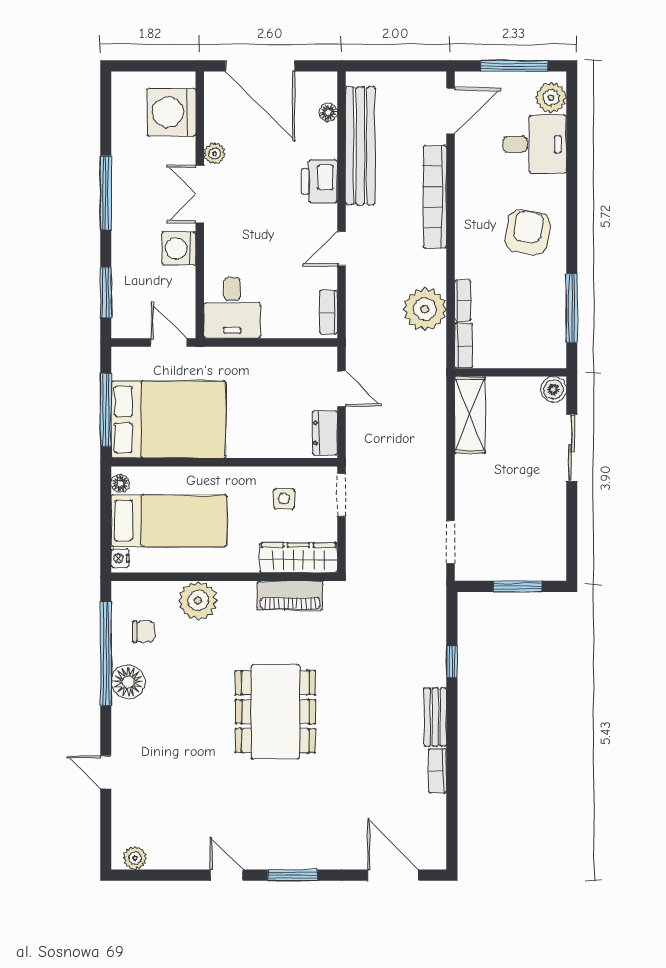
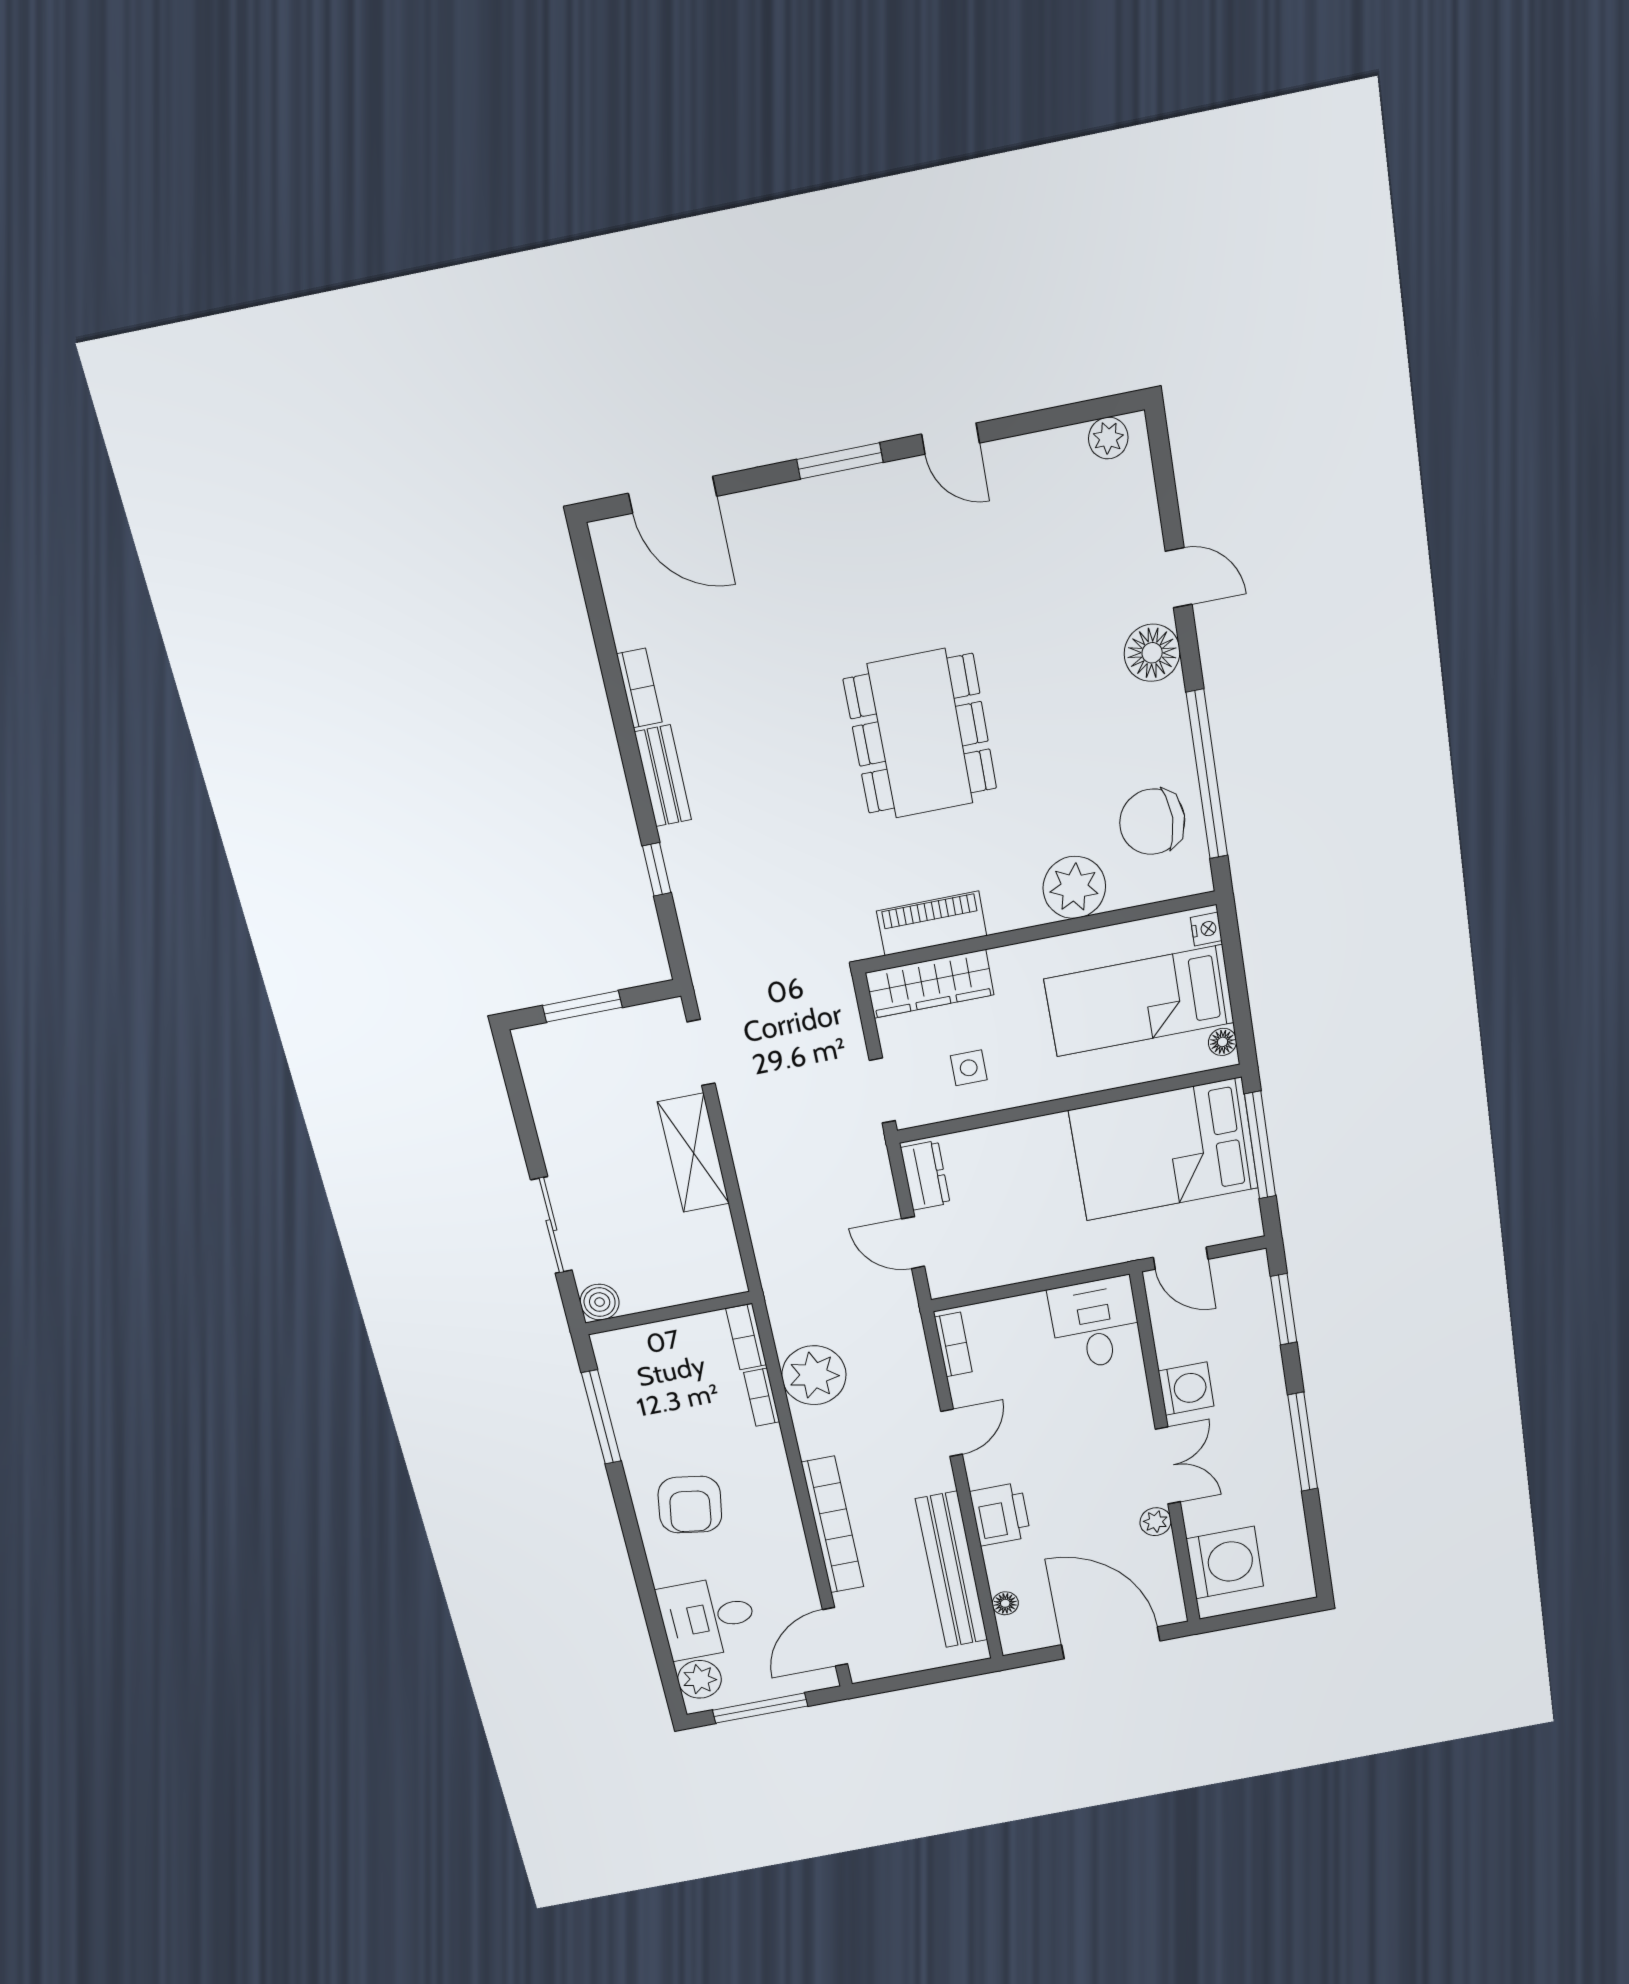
shelving: (470, 415) -> (694, 1153), moved
chair: (143, 632) -> (1152, 822), width x1.87, depth x1.87
floor lamp: (128, 682) -> (1152, 653), moved

